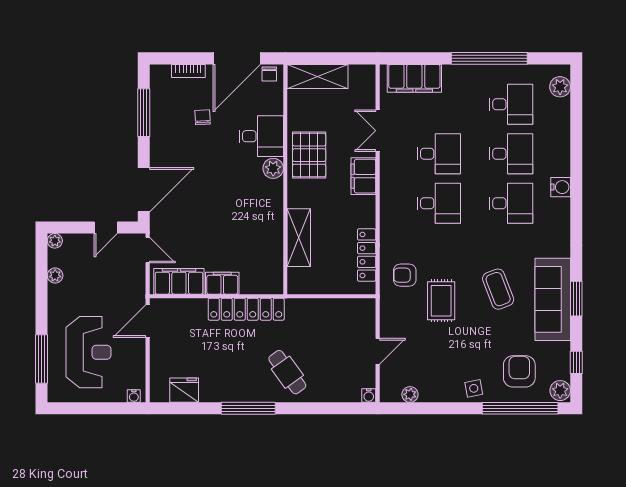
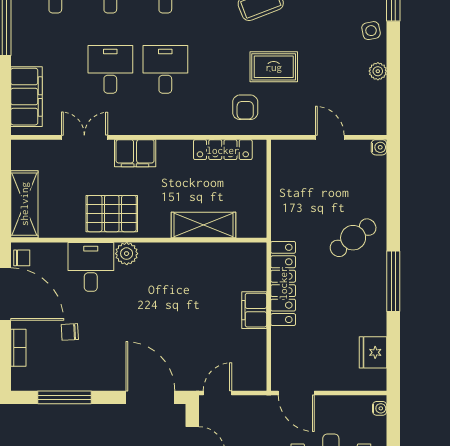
double door: (378, 131) -> (84, 137), swing flipped
filing cabinet: (179, 281) -> (252, 358), removed
plant: (410, 394) -> (378, 71), moved

